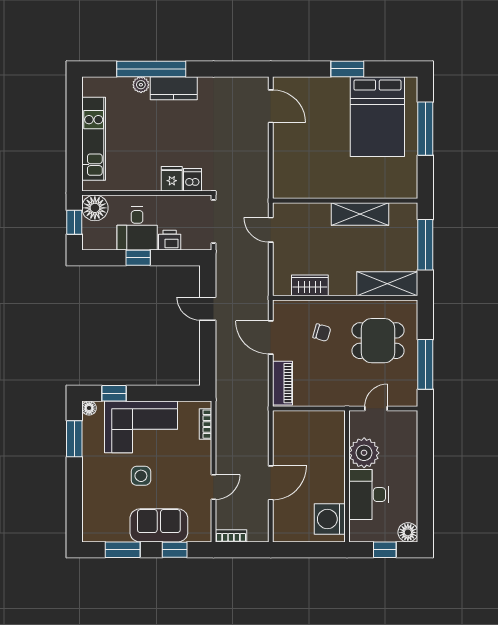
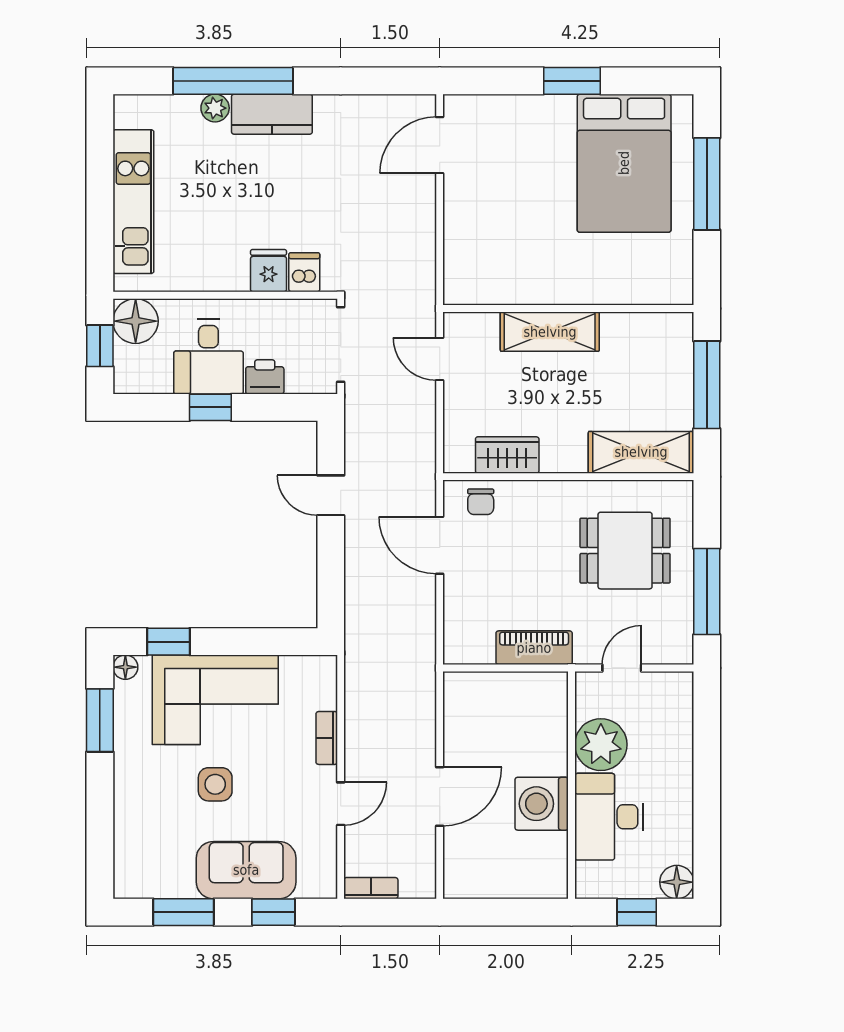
door: (271, 106) -> (440, 145), swing flipped
shelving: (360, 214) -> (550, 332), moved
chair: (322, 333) -> (481, 502), moved, turned 74
piano: (282, 383) -> (534, 648), moved, turned -90
bookcase: (205, 424) -> (327, 738), moved
washing machine: (330, 519) -> (542, 804), moved

